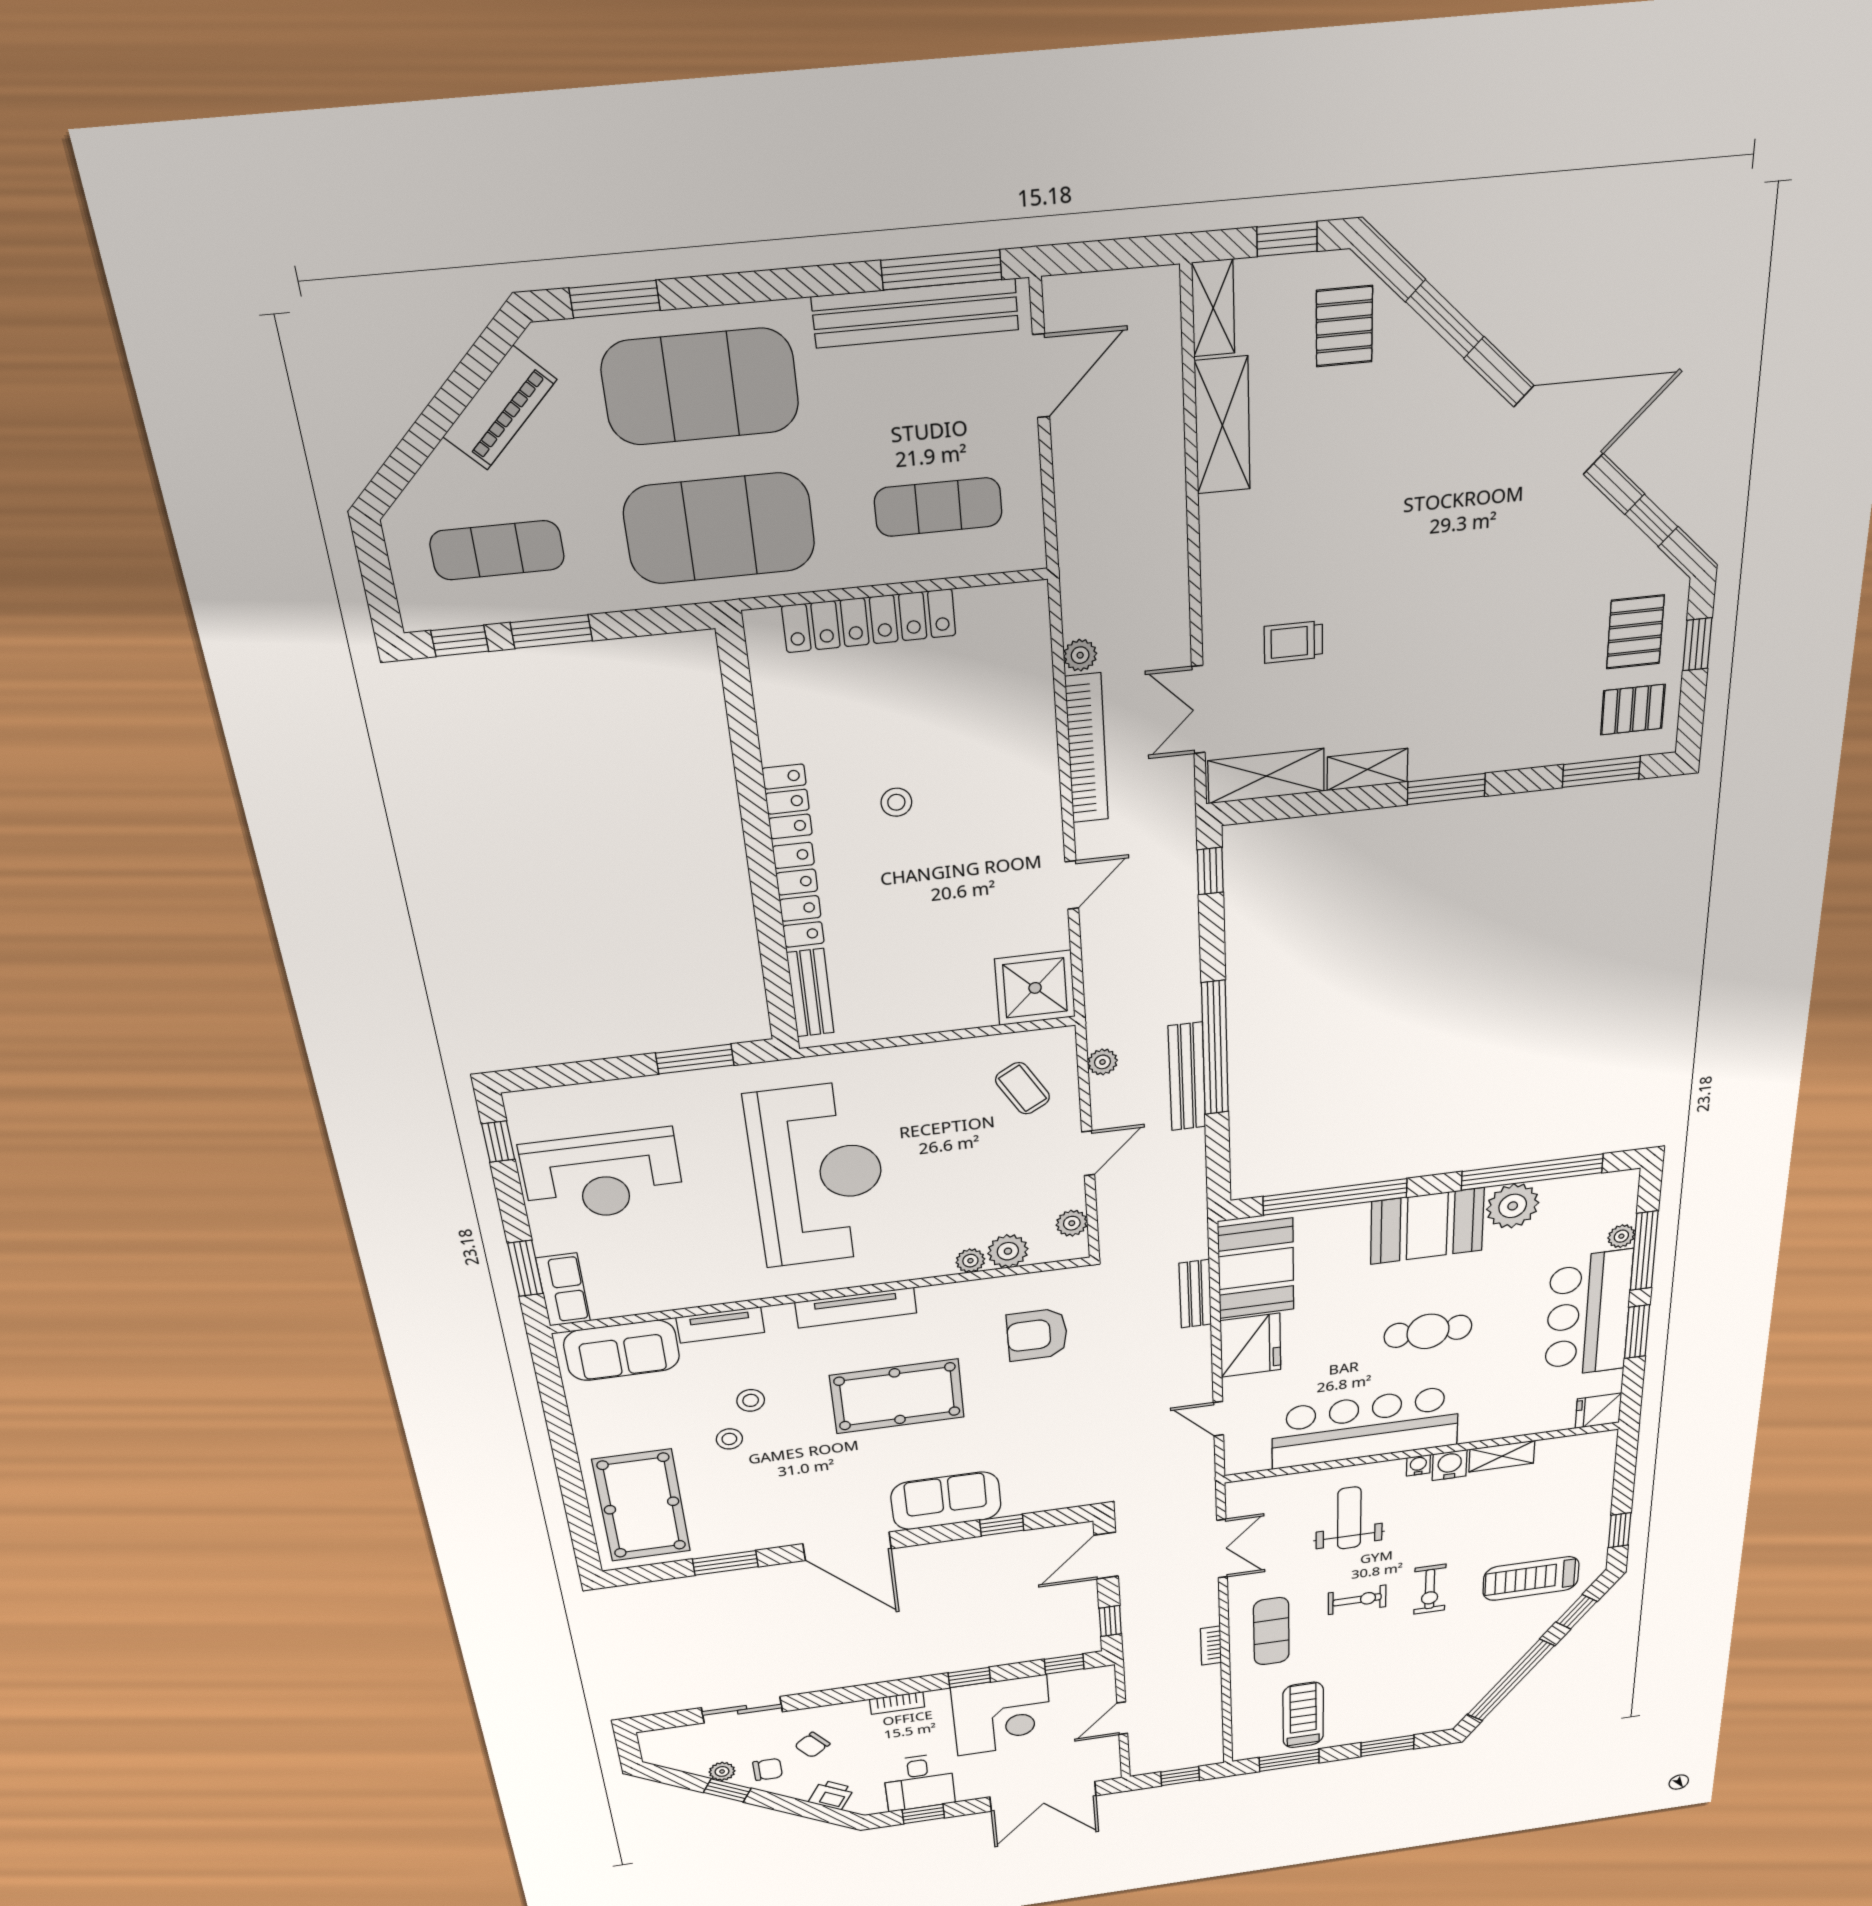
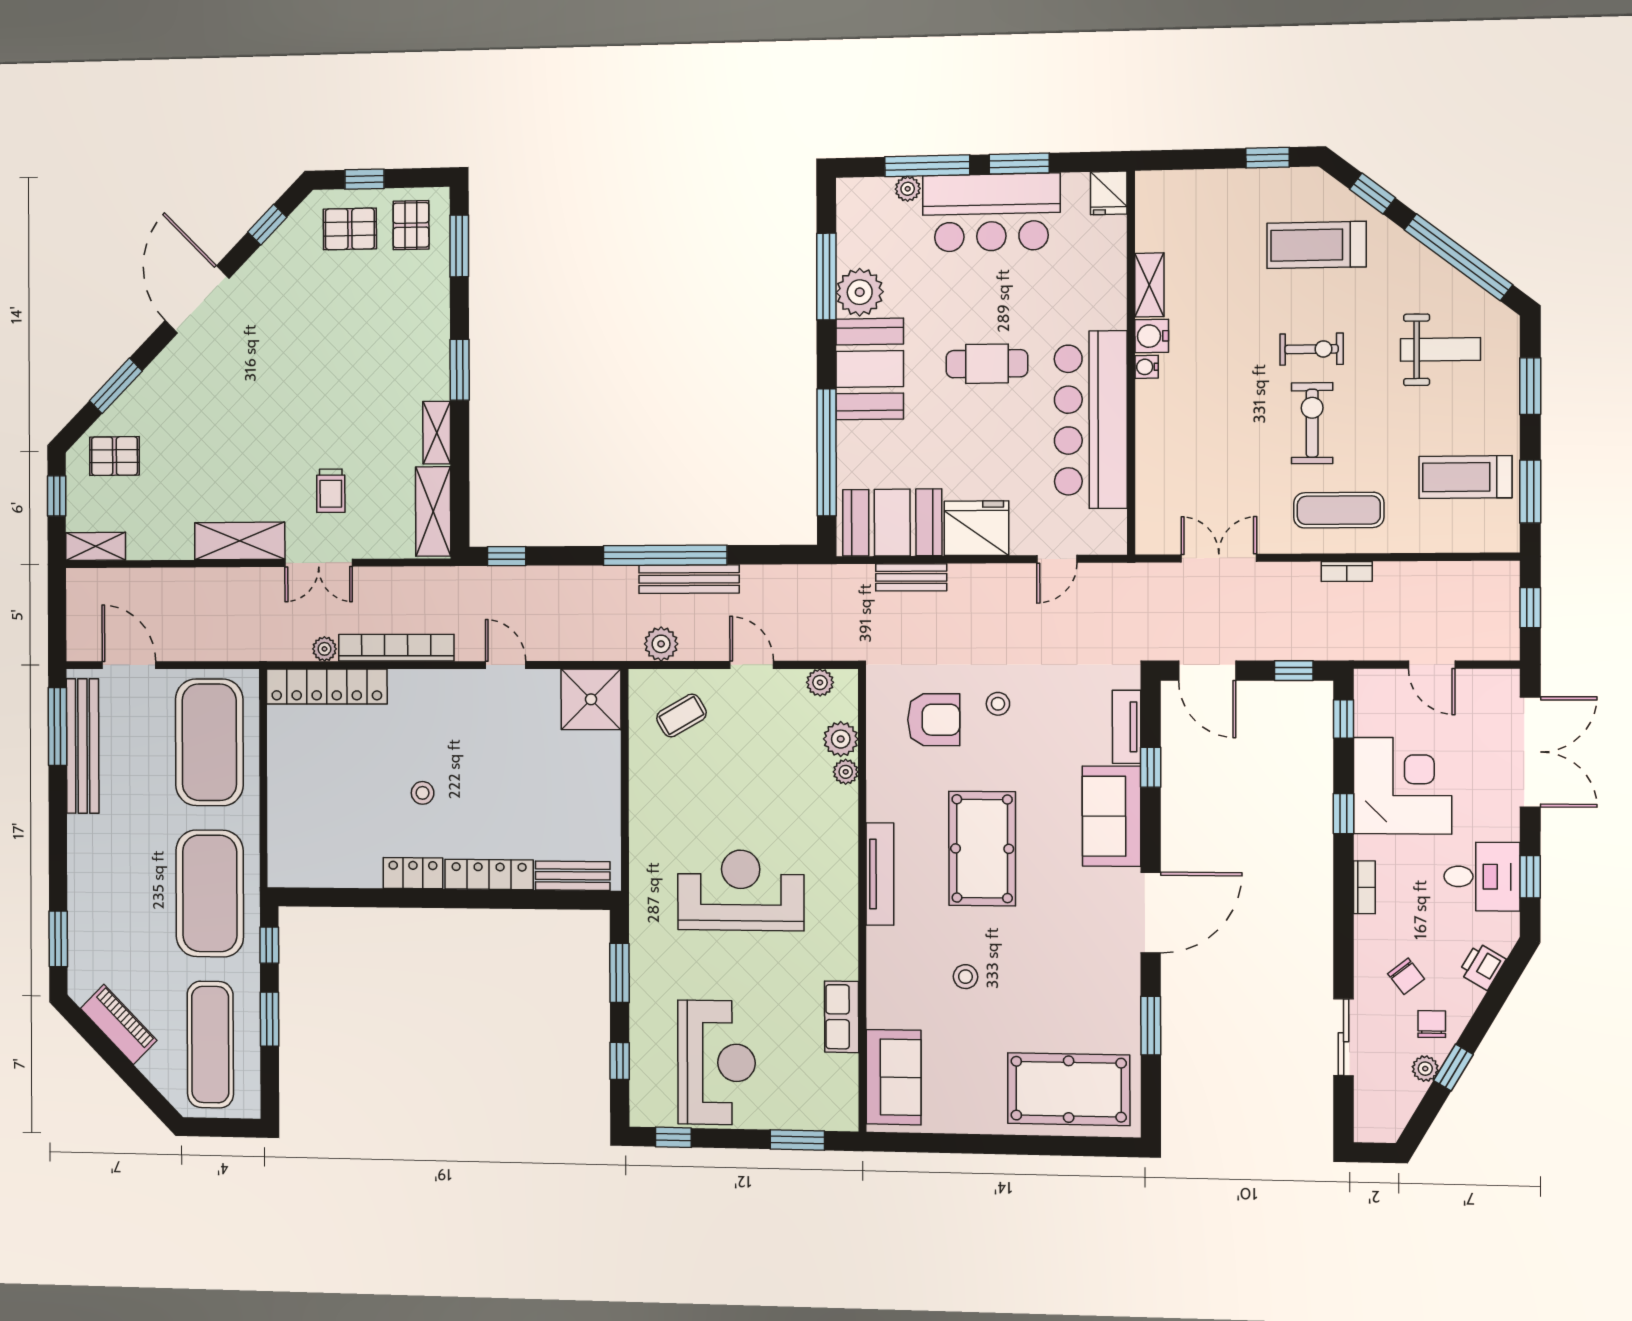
exercise mat: (700, 387) -> (117, 892), removed
shelving: (1222, 425) -> (240, 541), moved
exercise mat: (938, 507) -> (209, 742), width x2.00, depth x1.45
exercise mat: (497, 550) -> (210, 1045), width x1.36, depth x1.45
locker: (869, 621) -> (327, 687), moved, turned 90
window: (460, 641) -> (269, 945), moved
double door: (1198, 710) -> (319, 563), moved
plant: (1103, 1062) -> (661, 644), width x1.38, depth x1.38
window: (582, 1072) -> (620, 1061), added
window: (1532, 1172) -> (826, 277), width x0.68
reception desk: (818, 1175) -> (741, 890), width x0.74, depth x0.77
row of seats: (563, 1290) -> (842, 1017), moved, turned -90
tv unit: (720, 1325) -> (1127, 727), moved, turned 180
cafe table: (1428, 1331) -> (987, 364), turned 90
armchair: (1037, 1335) -> (934, 720), turned -90
stool: (729, 1439) -> (998, 704), moved
weight bench: (1349, 1518) -> (1441, 349), moved, turned 180
treadmill: (1531, 1579) -> (1317, 245), turned 90
exercise bike: (1357, 1600) -> (1312, 423), width x1.38, depth x1.39

